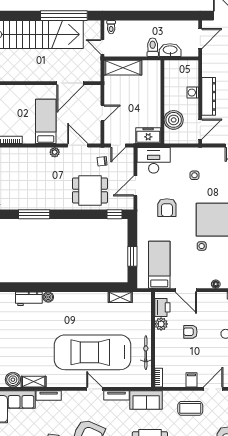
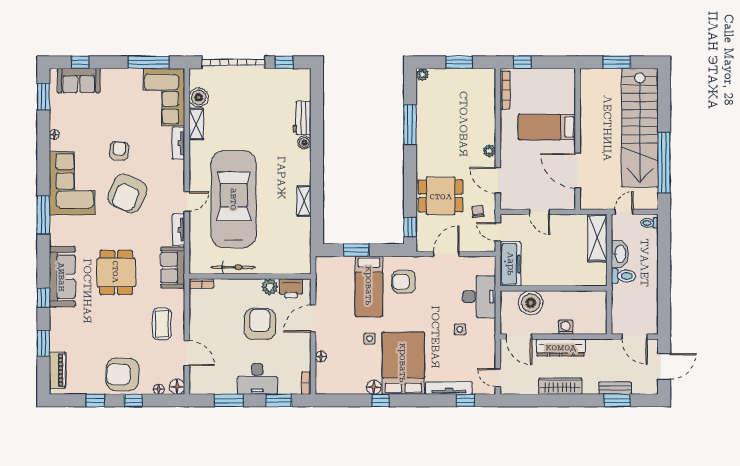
washbasin: (170, 50) -> (620, 254), moved
bed: (46, 121) -> (547, 127), moved, turned 180
freezer: (148, 136) -> (511, 264), width x1.40
door: (78, 145) -> (498, 180), swing flipped
desk: (154, 160) -> (479, 297), moved
door: (135, 186) -> (446, 254), hinge flipped
dining table: (90, 190) -> (441, 196), turned 90
armchair: (167, 208) -> (404, 282), moved
bed: (159, 265) -> (369, 286), moved, turned 90
shelving: (120, 297) -> (304, 201), moved
armchair: (190, 332) -> (260, 324), width x1.88, depth x1.88
filing cabinet: (192, 380) -> (198, 326), removed

